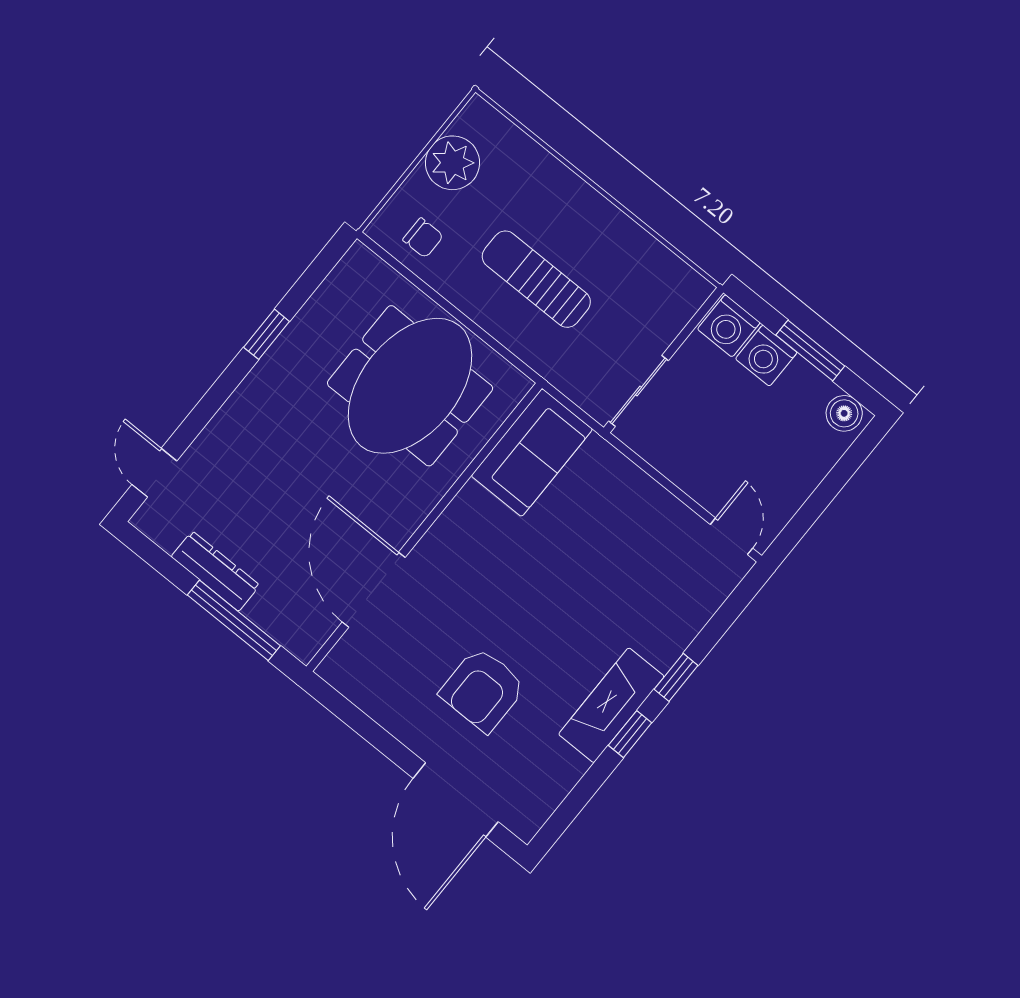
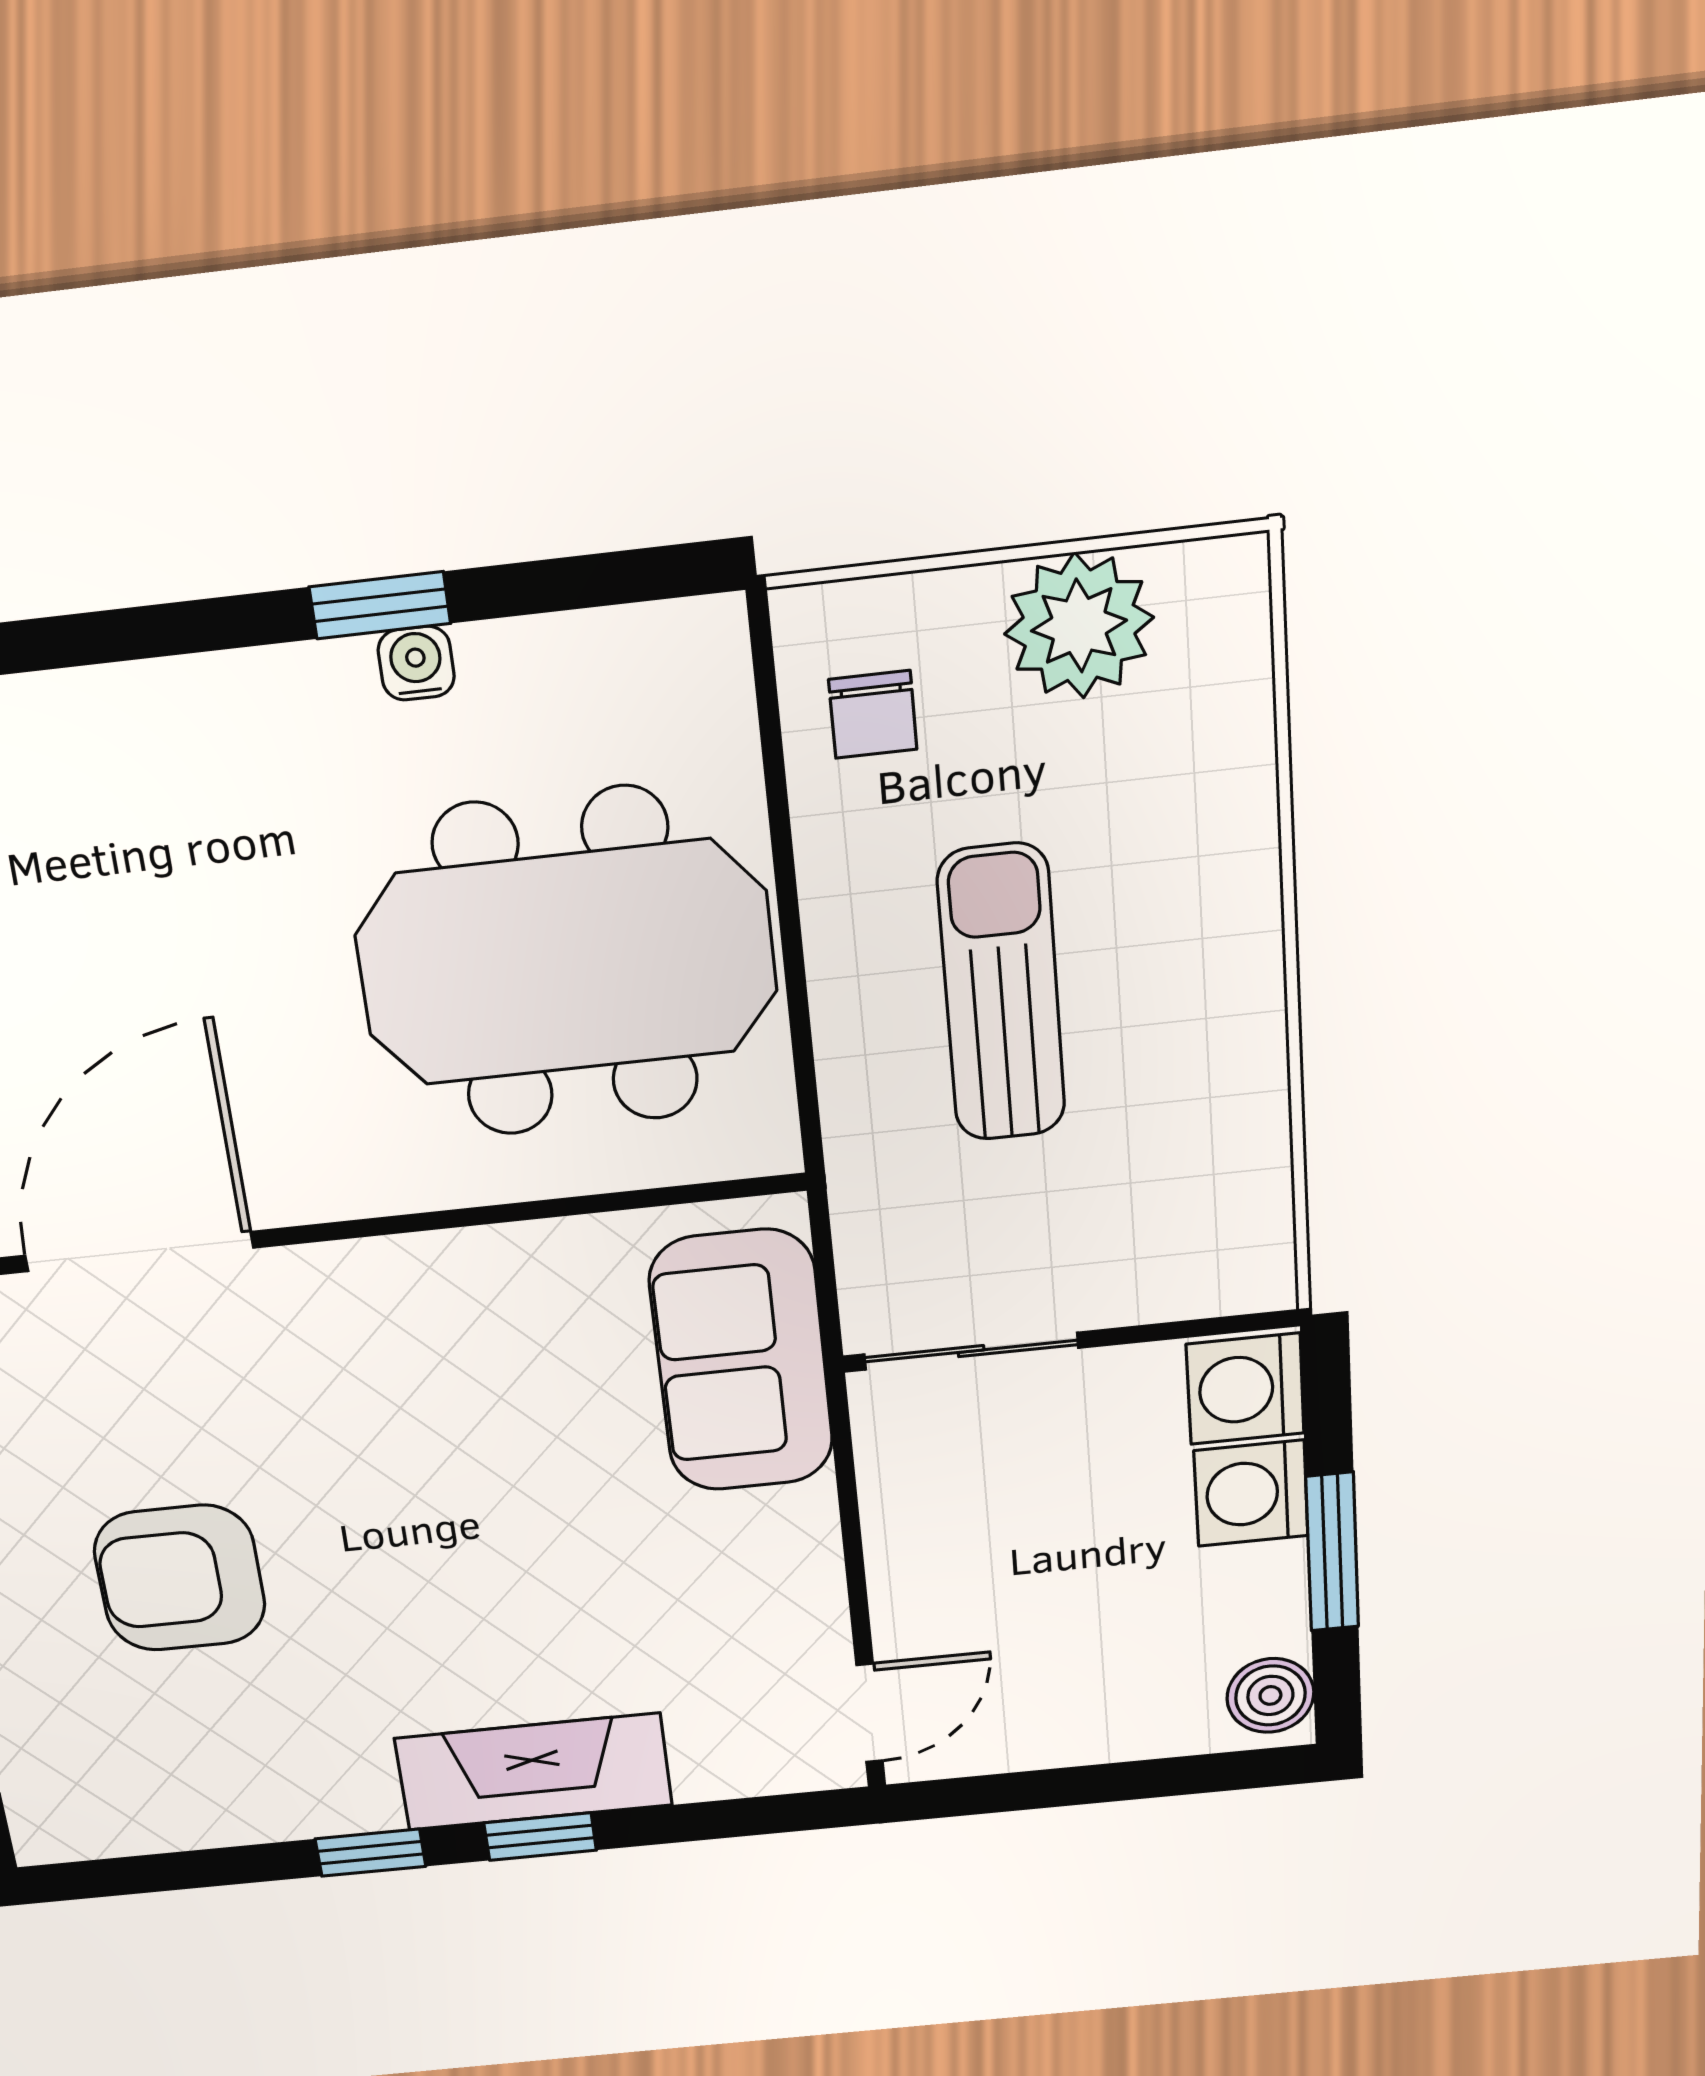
water cooler: (291, 341) -> (416, 663), added
sofa: (532, 453) -> (741, 1361), moved, turned 90
fireplace: (611, 705) -> (534, 1772), moved

